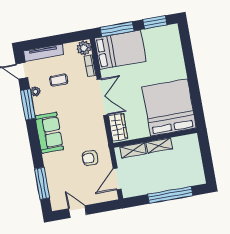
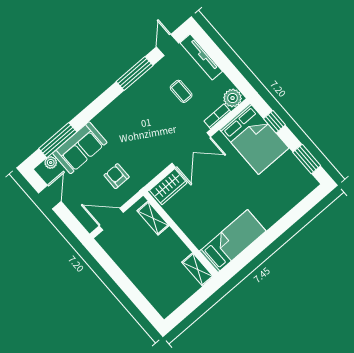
window: (117, 29) -> (274, 122), width x0.46
plant: (35, 92) -> (51, 163), moved
bed: (169, 107) -> (233, 241), width x0.49
sofa: (49, 133) -> (80, 148), moved
shelving: (159, 145) -> (198, 269), moved
window: (170, 195) -> (128, 288), removed

